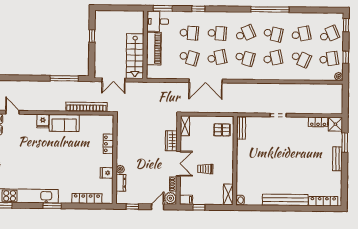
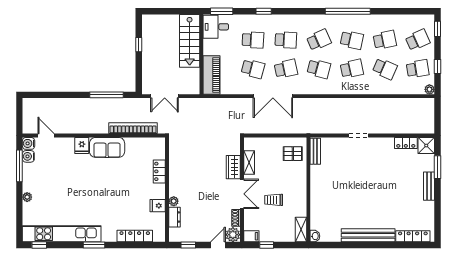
piano: (154, 49) -> (212, 75), moved
stairs: (135, 56) -> (190, 41), moved
shelving: (185, 126) -> (249, 163), moved

